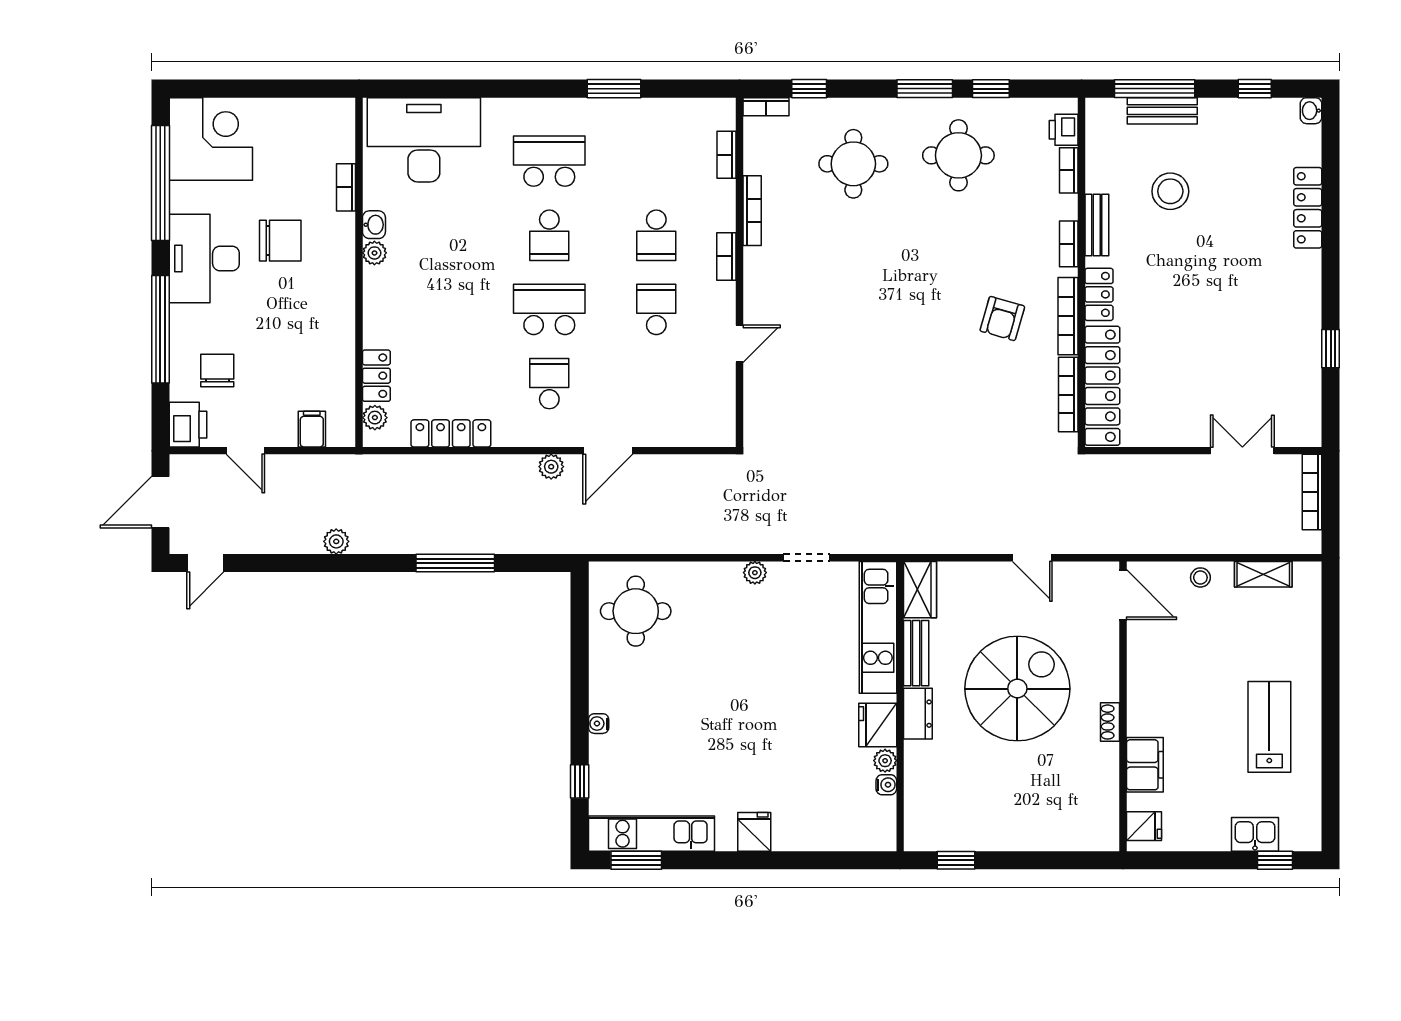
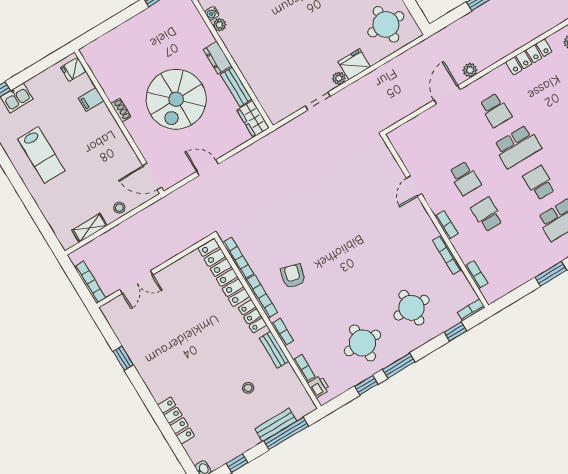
stool: (1170, 191) -> (248, 388), width x0.53, depth x0.53
kitchen unit: (878, 627) -> (263, 88), removed
fridge: (878, 725) -> (354, 64), moved, turned -90
filing cabinet: (1145, 765) -> (91, 100), width x0.50

